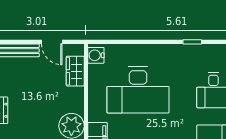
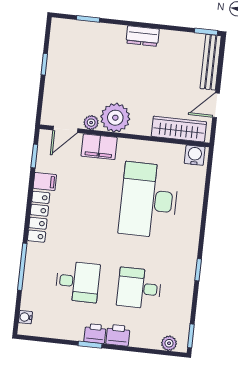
wardrobe: (75, 71) -> (179, 129), width x1.50

